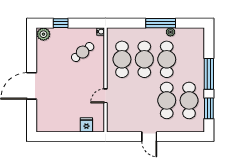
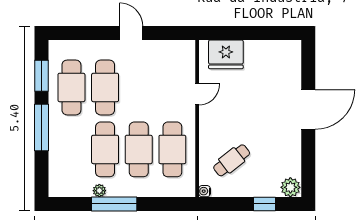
fridge: (86, 125) -> (226, 54), width x1.88, depth x1.34

